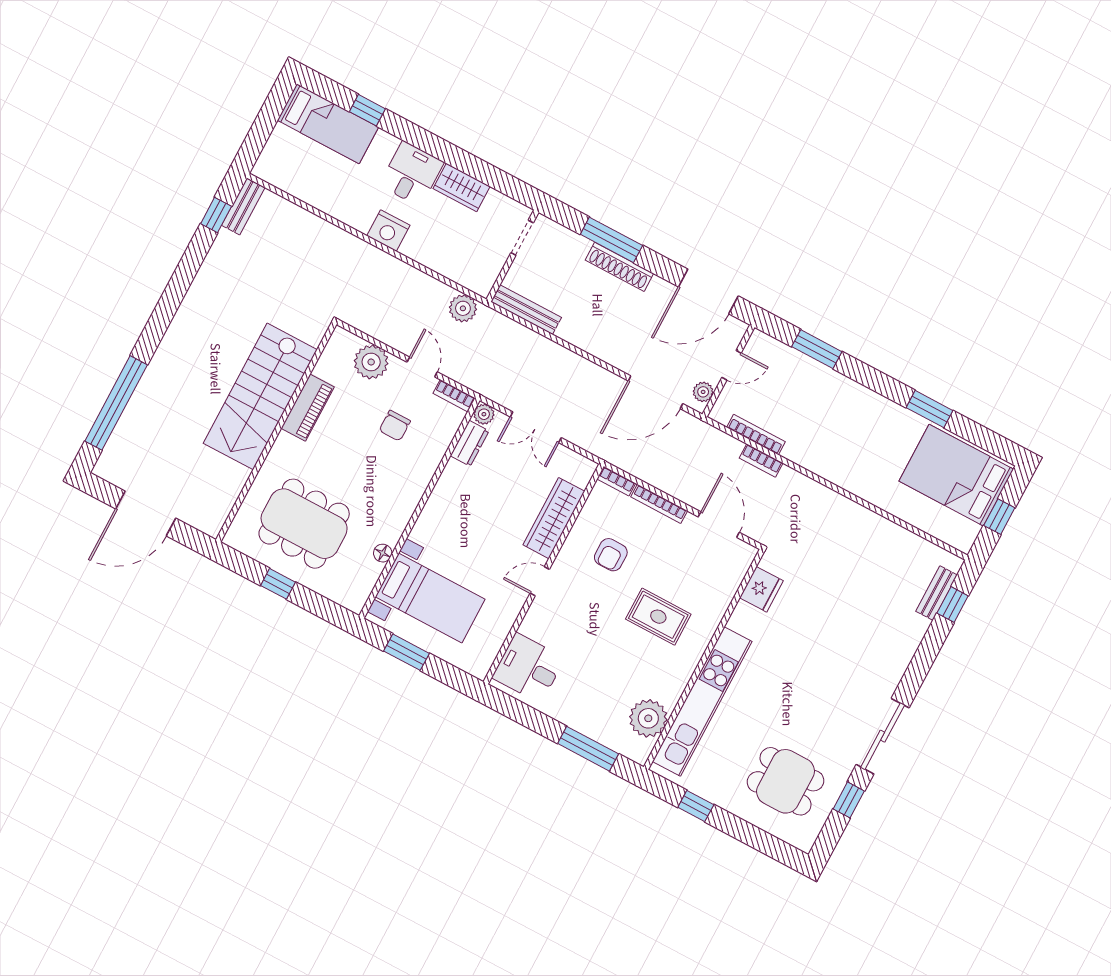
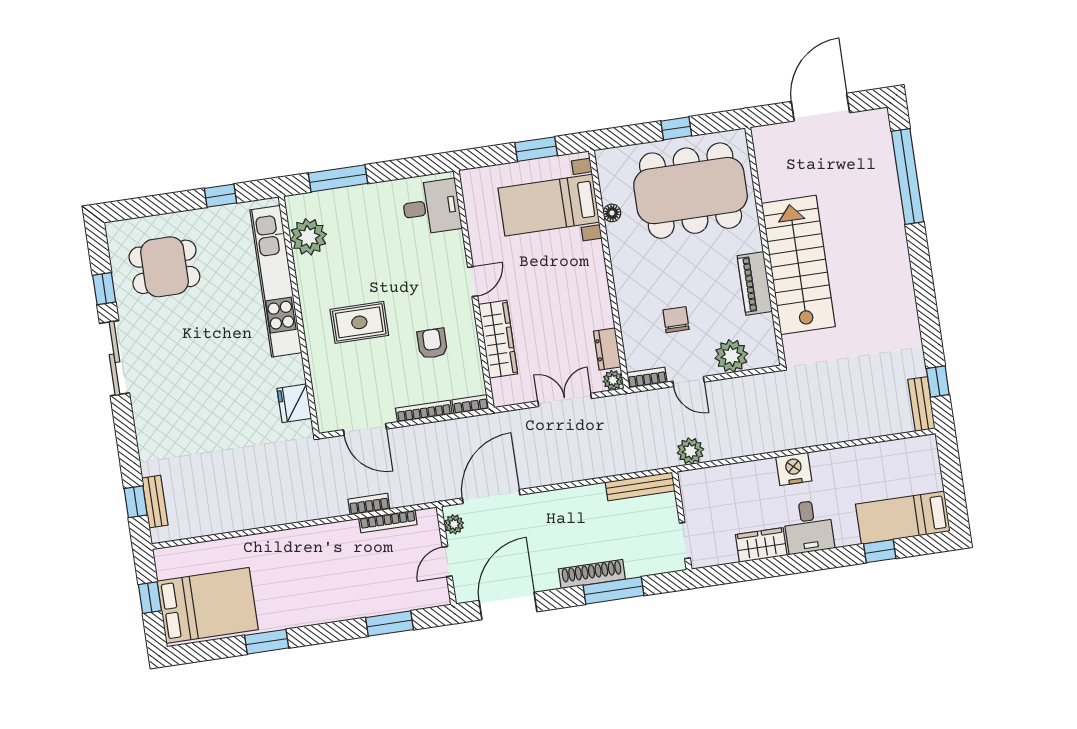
dining table: (304, 524) -> (691, 191), width x1.36, depth x1.24

